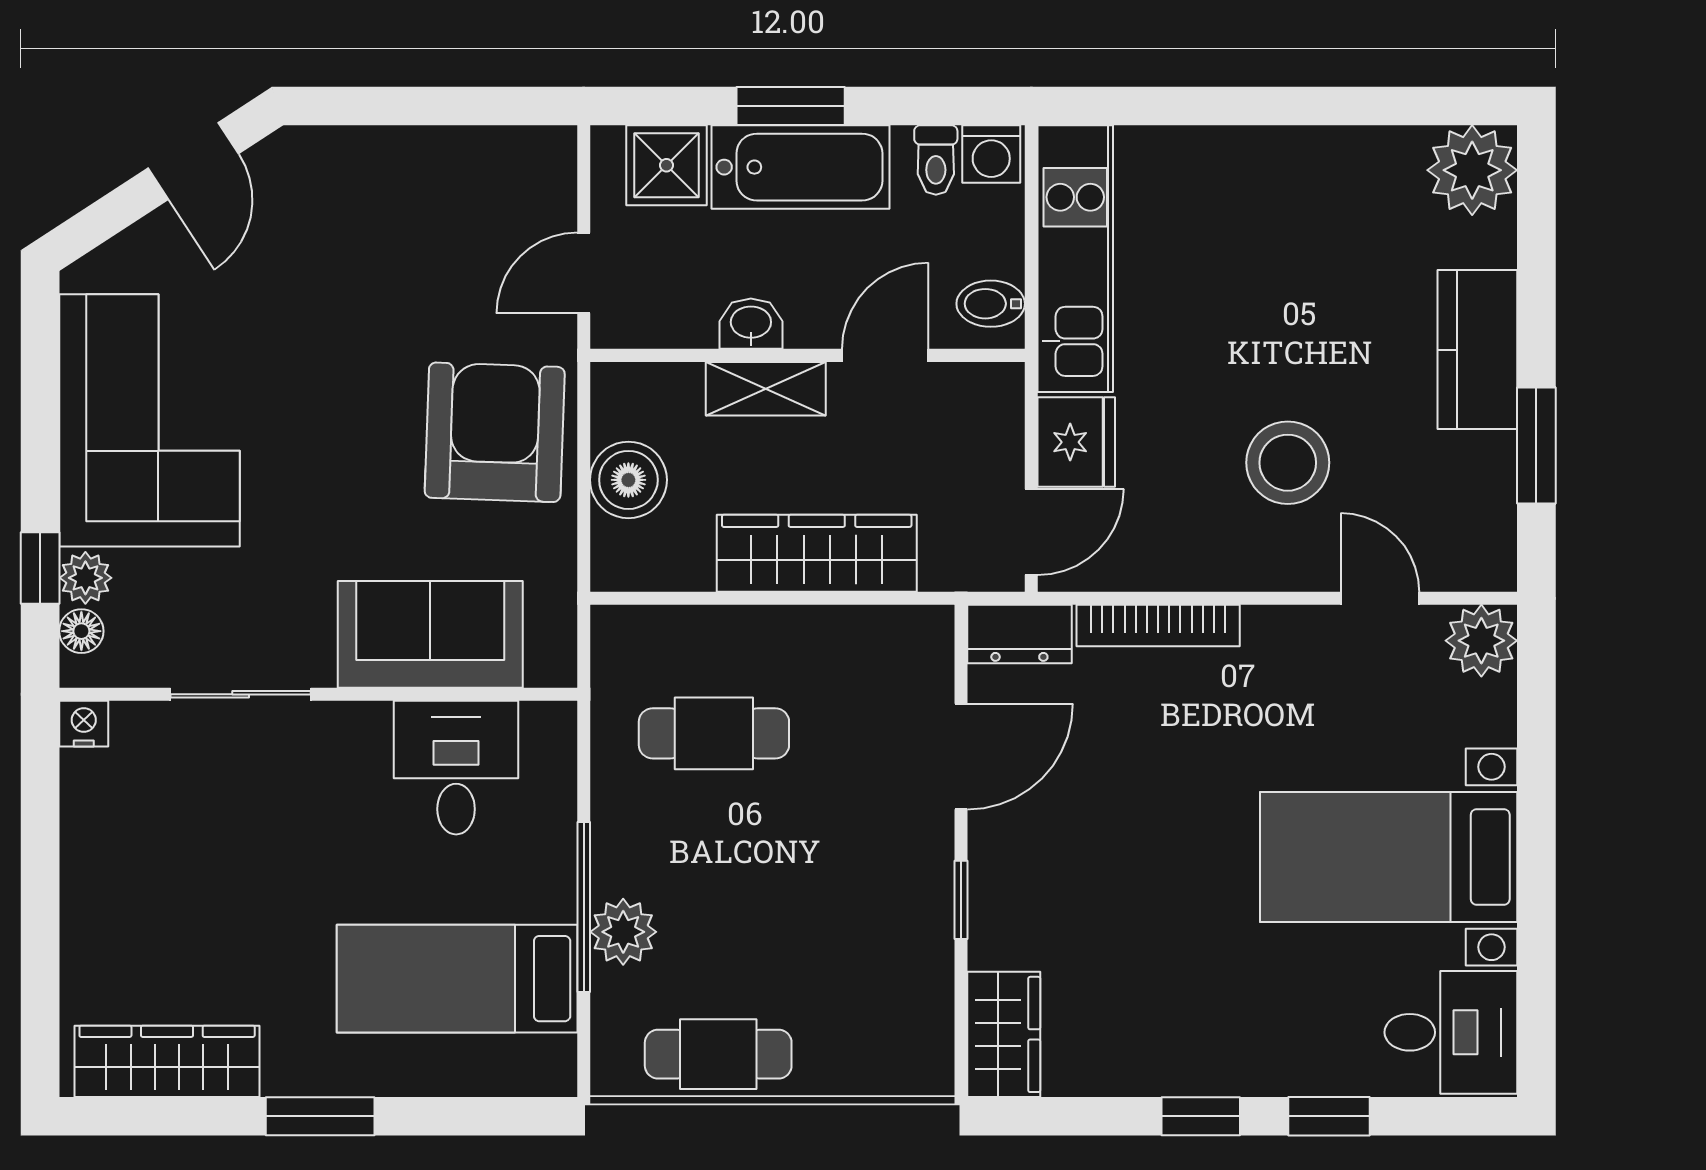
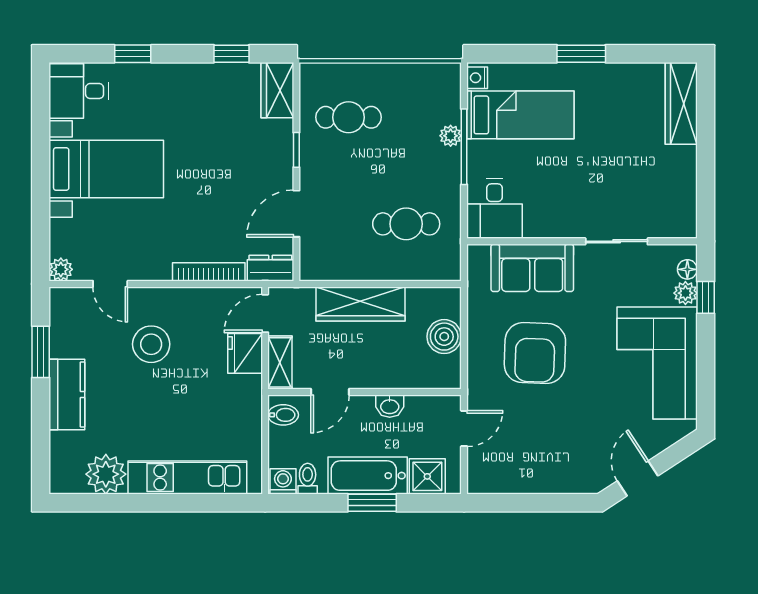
plant: (1472, 170) -> (106, 474), moved
kitchen unit: (1075, 259) -> (187, 478), moved, turned 90
shelving: (766, 389) -> (280, 362), moved, turned 90
armchair: (495, 432) -> (535, 353), moved
plant: (1481, 641) -> (61, 269), width x0.73, depth x0.73
nightstand: (84, 724) -> (477, 78), moved, turned 90
desk: (456, 768) -> (494, 209), moved
plant: (623, 932) -> (451, 136), width x0.73, depth x0.73
cafe table: (718, 1054) -> (348, 117), moved
wardrobe: (167, 1061) -> (681, 103), moved, turned 90
window: (1201, 1116) -> (231, 54), moved

